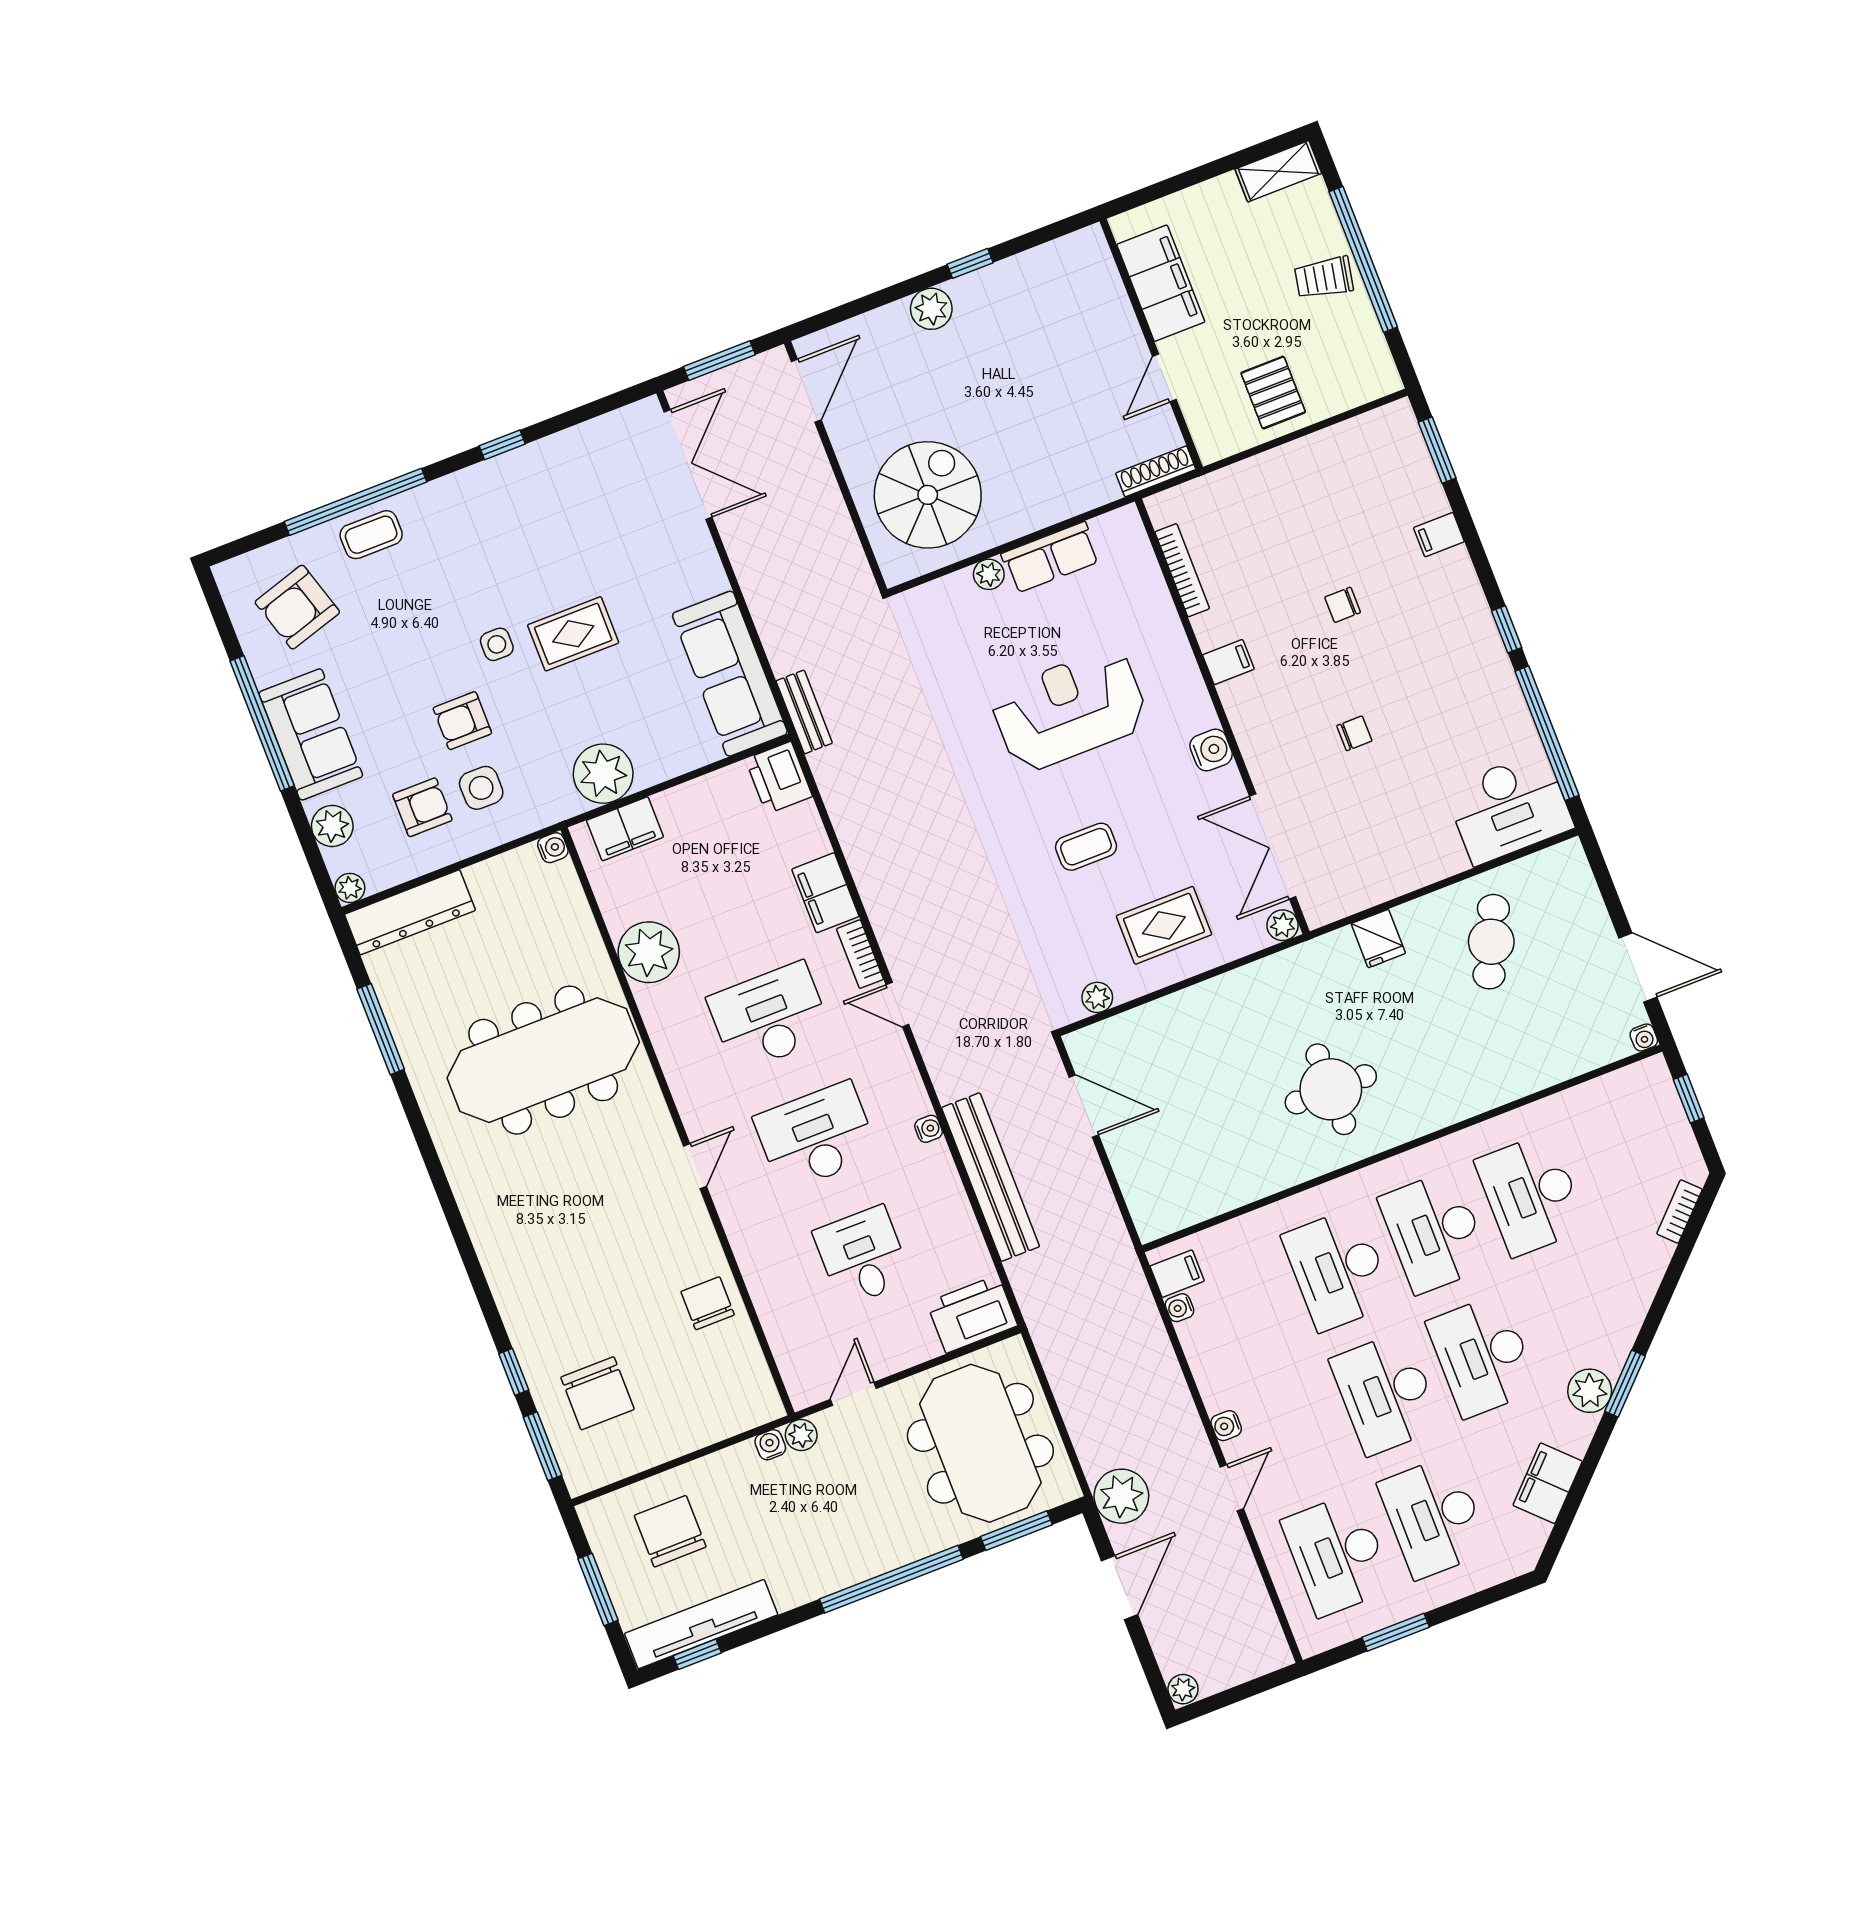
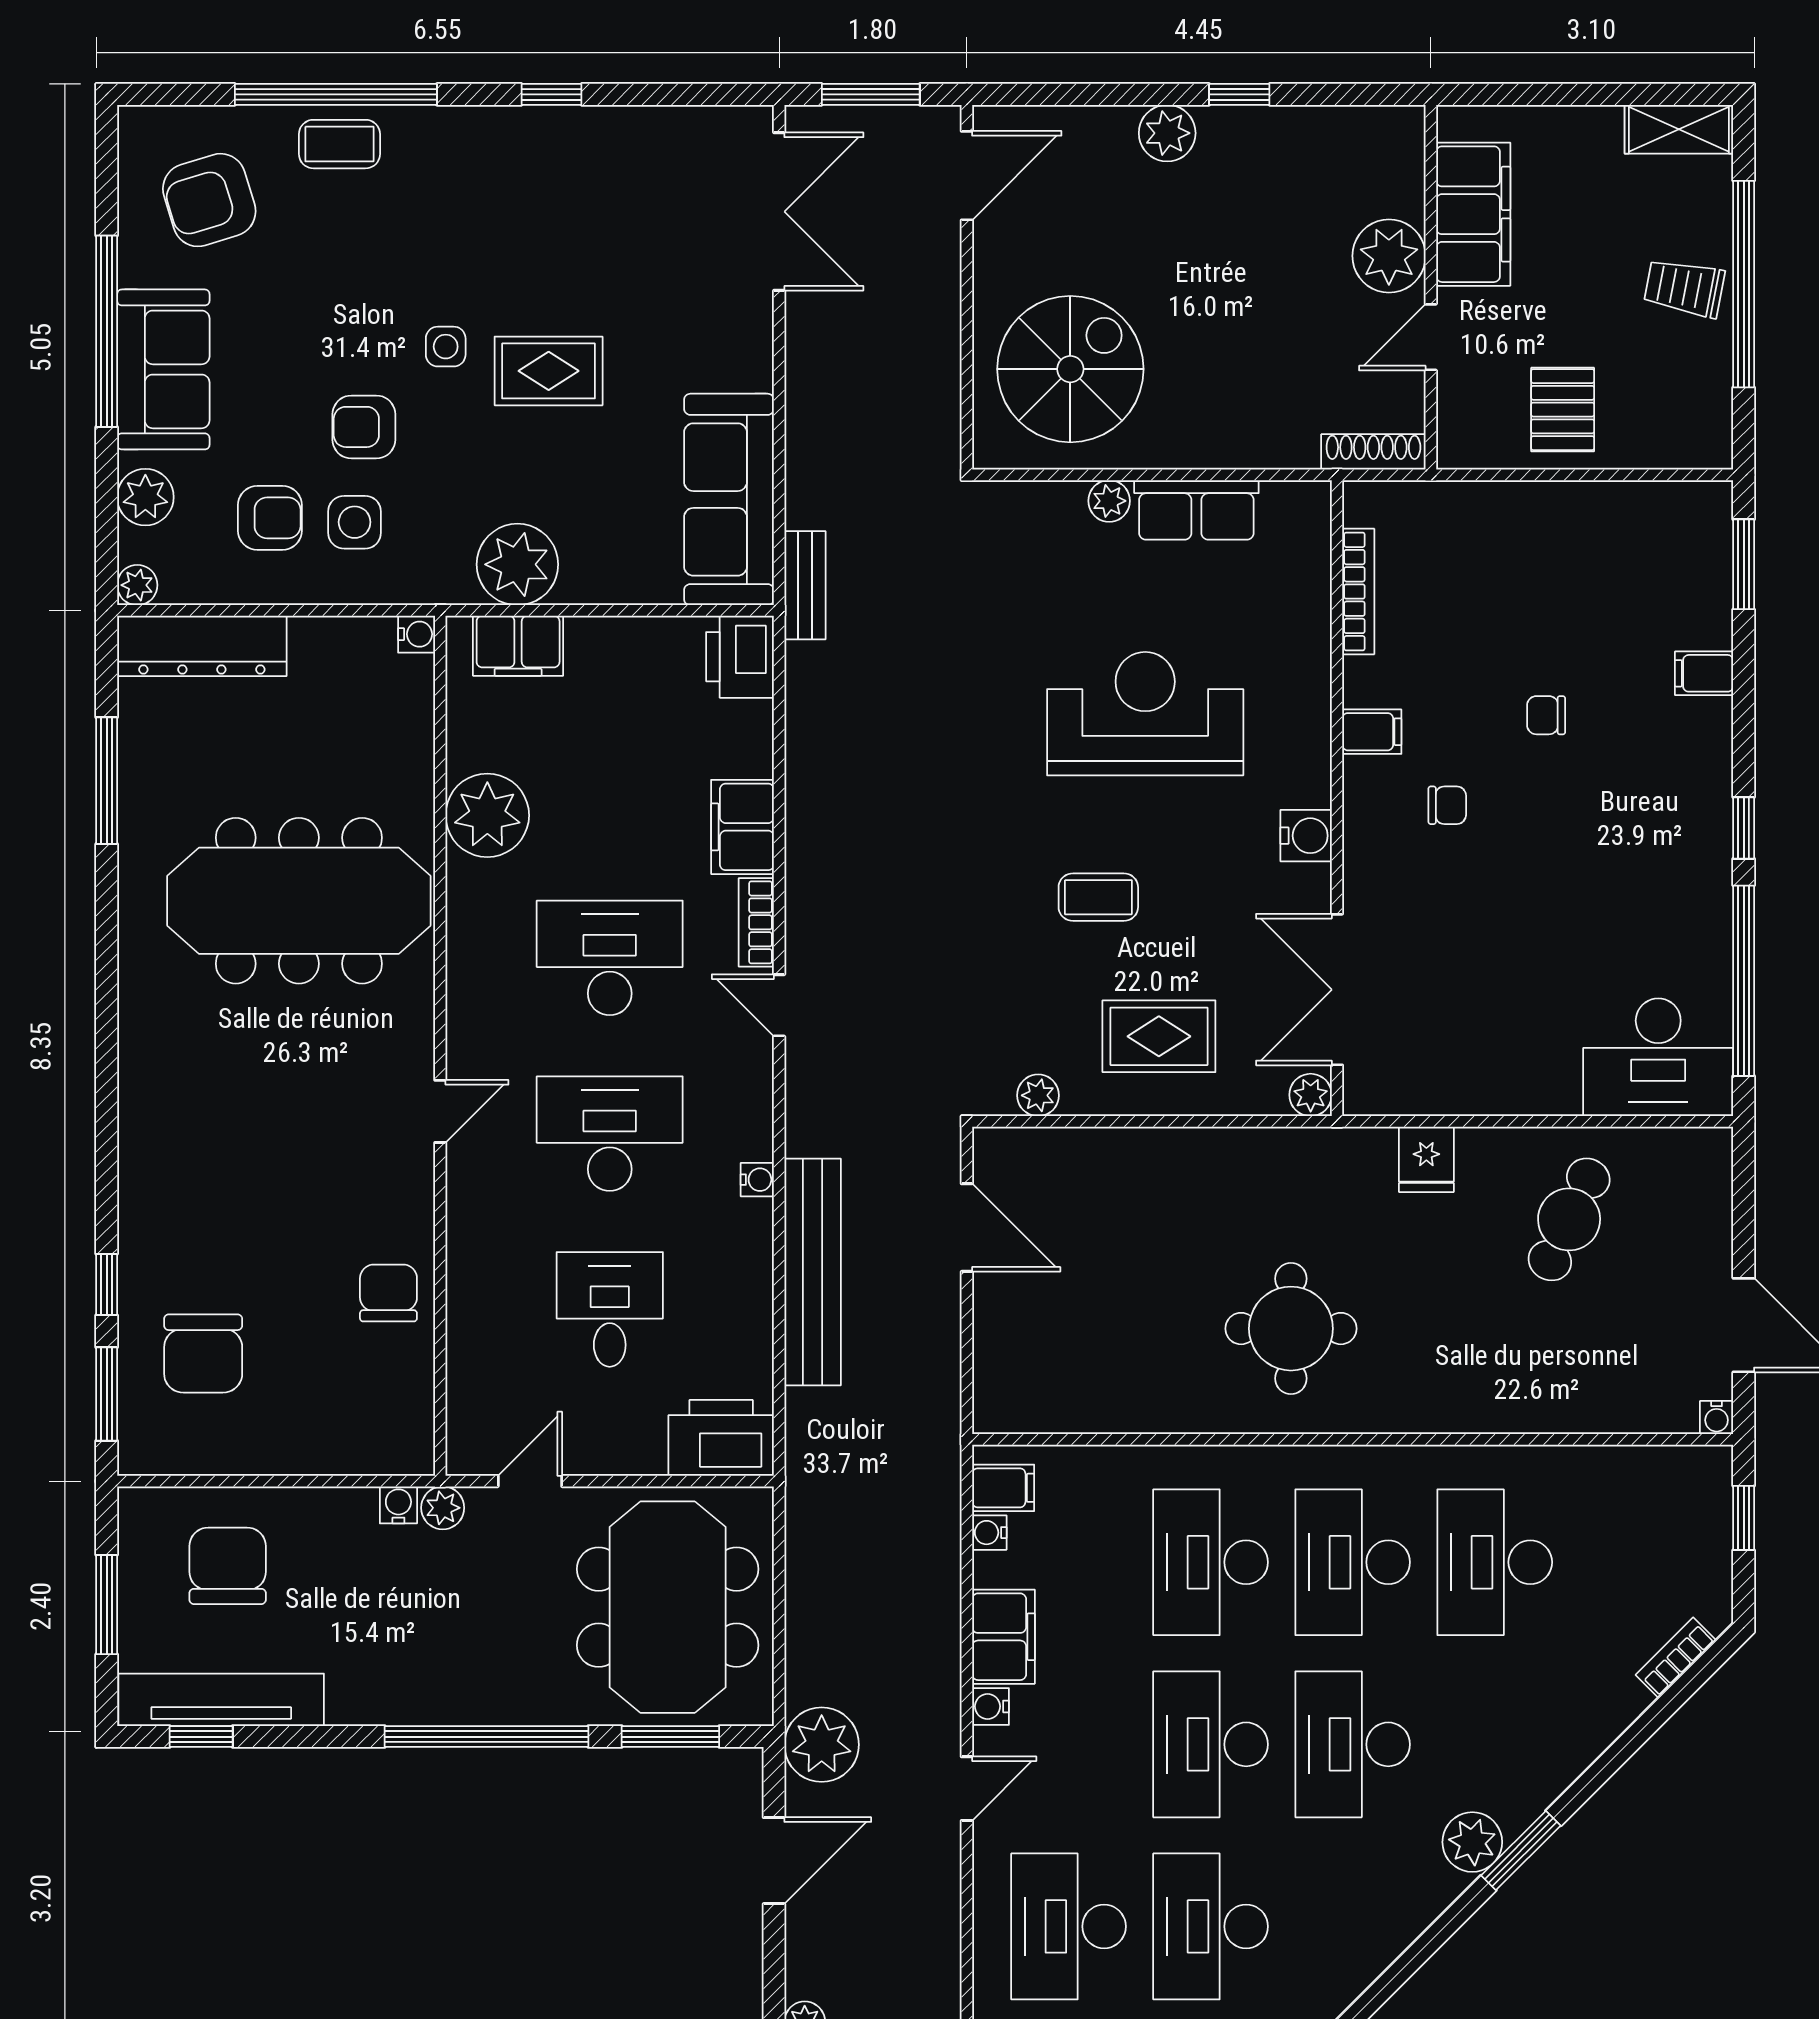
plant: (1115, 334) -> (1389, 256), added
chair: (1354, 733) -> (1447, 805), moved
filing cabinet: (1548, 1483) -> (1003, 1637), moved, turned 135

